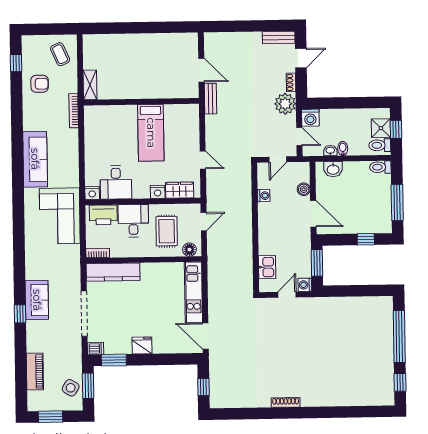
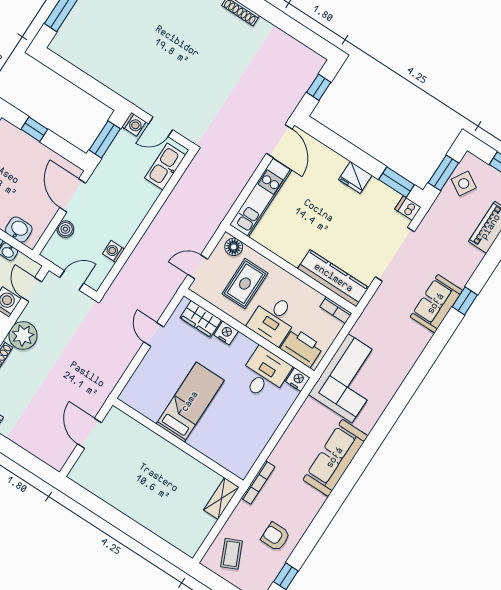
bench: (211, 99) -> (100, 396), removed
kitchen sink: (267, 267) -> (165, 166), width x1.38

